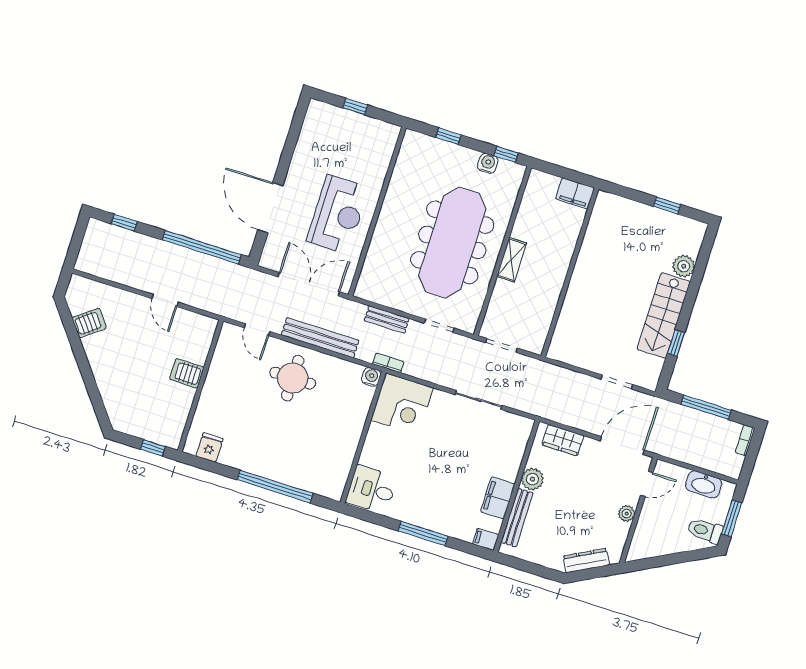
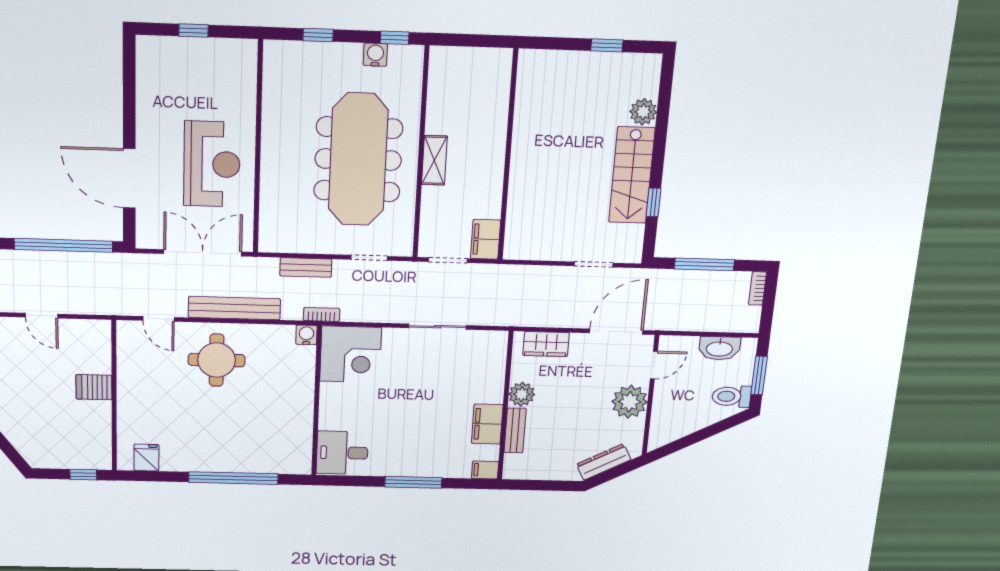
filing cabinet: (575, 193) -> (486, 239), moved, turned 90
plant: (627, 514) -> (630, 402), width x1.88, depth x1.88
bench: (517, 518) -> (515, 430), width x0.73

